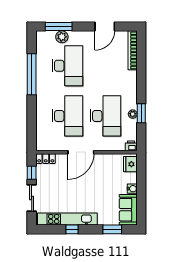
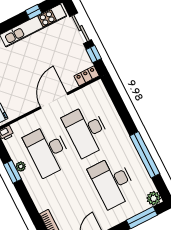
plant: (62, 37) -> (154, 198), moved
window: (72, 229) -> (34, 12), moved

